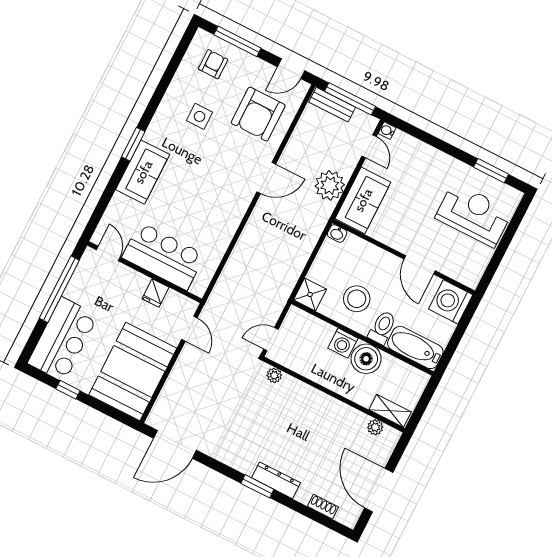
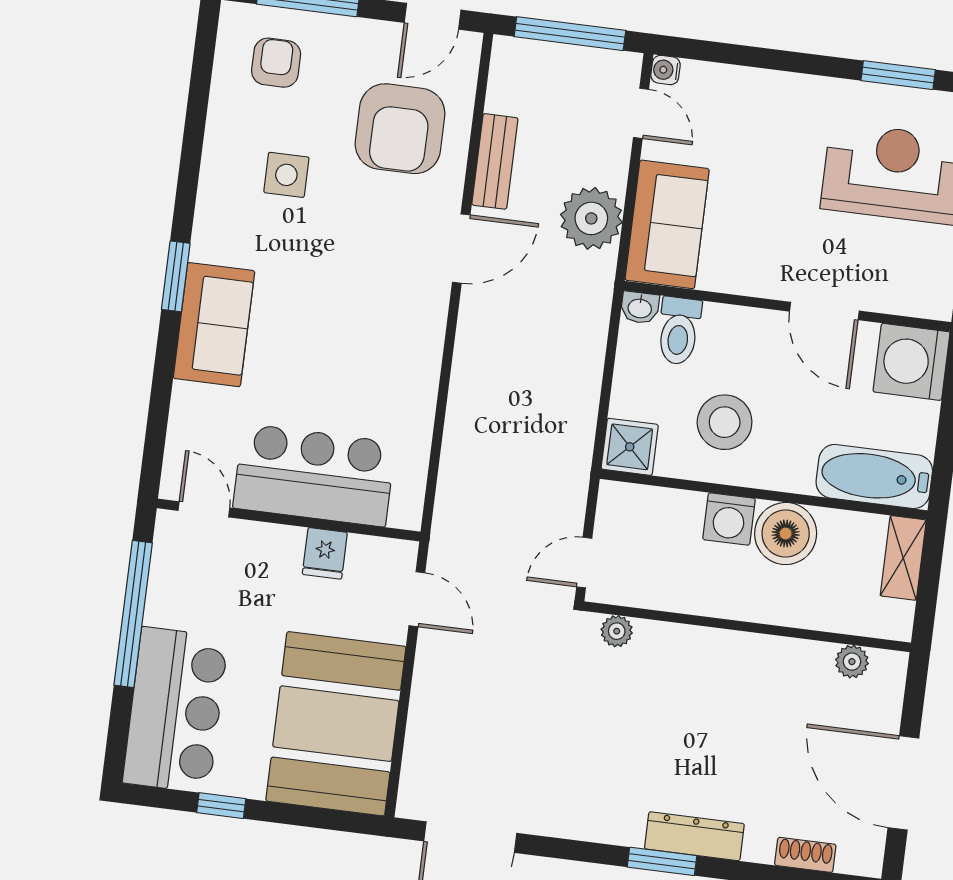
bench: (332, 105) -> (495, 161), moved, turned 90
toilet: (382, 327) -> (679, 331), moved, turned 180
shelving: (390, 411) -> (903, 558), moved, turned 90

